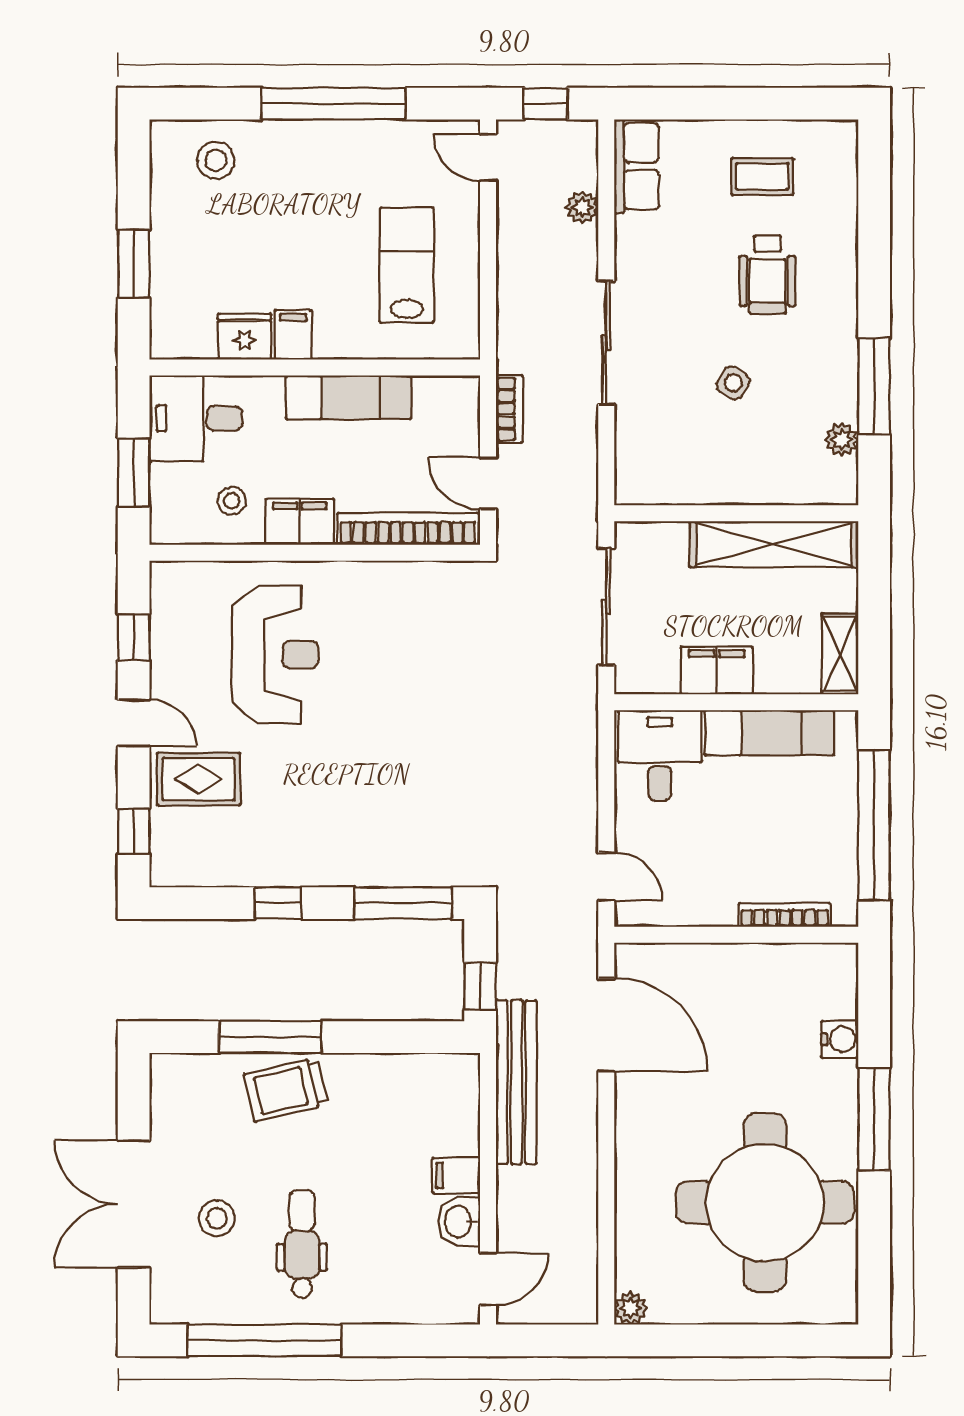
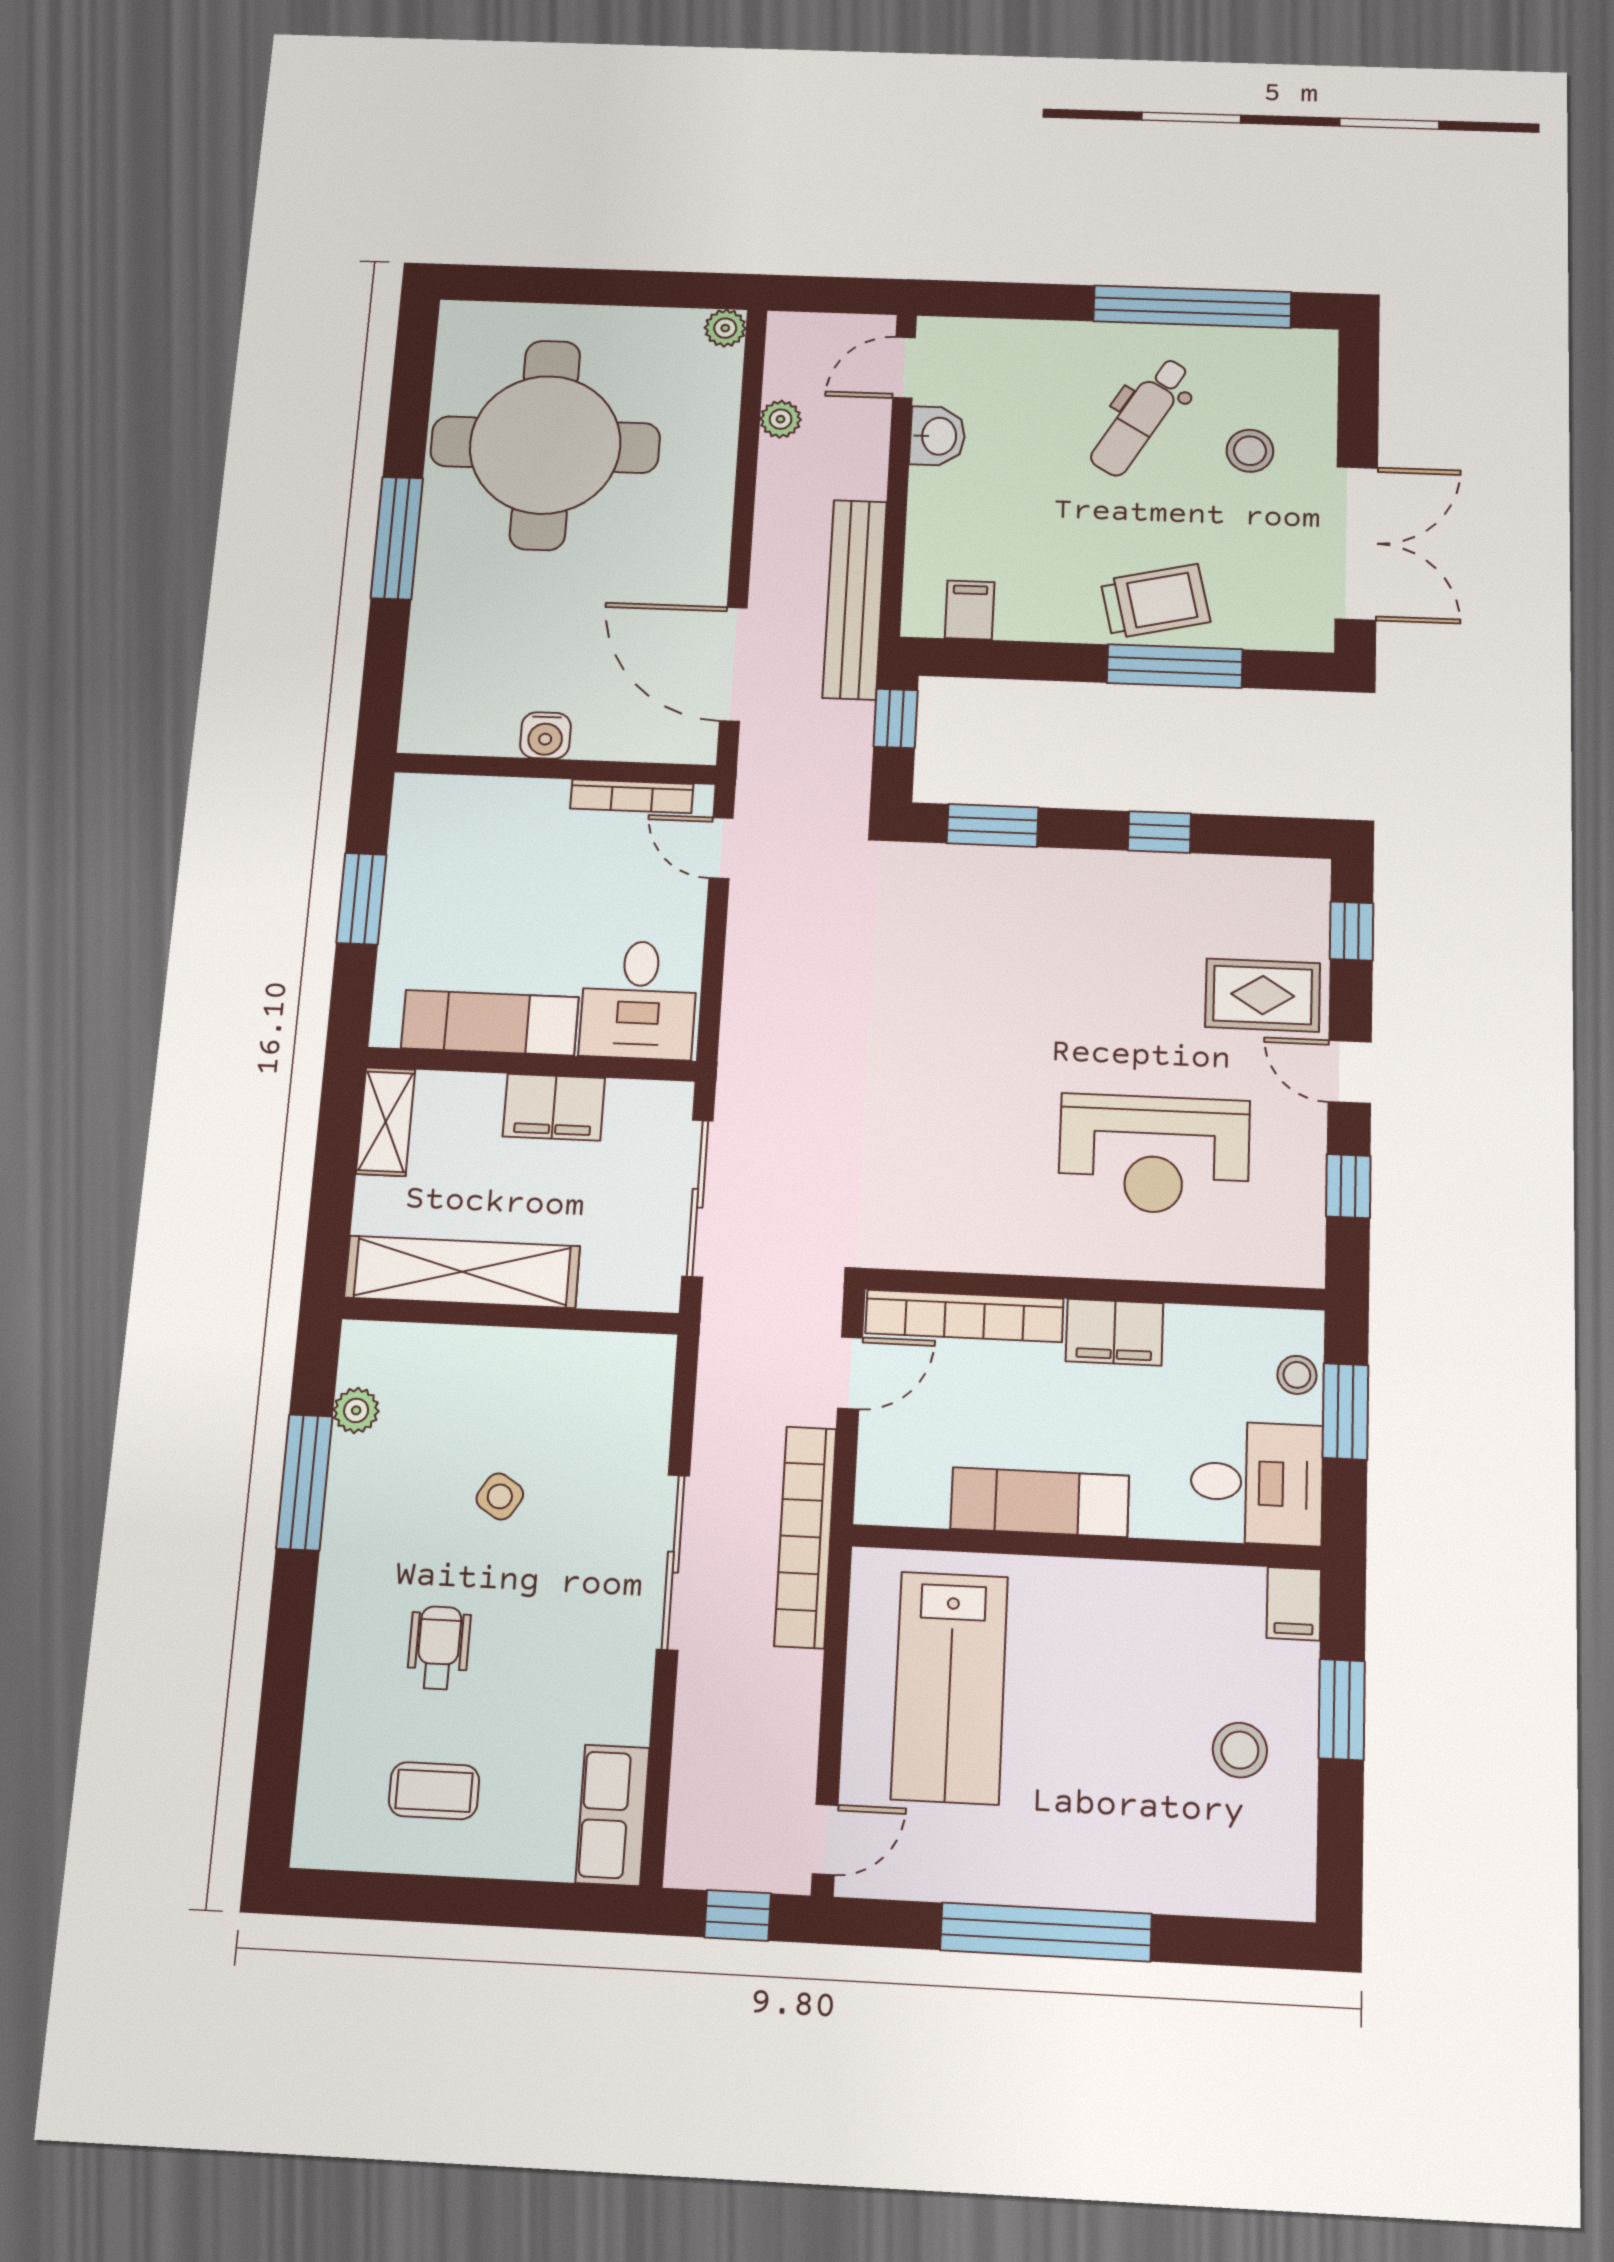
door: (488, 158) -> (825, 1839), hinge flipped
stool: (216, 160) -> (1240, 1750), moved
plant: (582, 207) -> (781, 419), moved
lab bench: (407, 265) -> (950, 1687), width x1.36, depth x1.39
wheelchair: (767, 275) -> (439, 1648), width x0.73, depth x0.73
filing cabinet: (293, 335) -> (1294, 1604), moved
fridge: (244, 337) -> (1185, 1596), removed
bookcase: (509, 409) -> (805, 1537), width x2.31, depth x1.31
door: (488, 483) -> (850, 1373), hinge flipped
stool: (232, 501) -> (1297, 1375), moved
reception desk: (275, 655) -> (1154, 1154), turned -90
window: (874, 825) -> (362, 899), width x0.47
window: (403, 903) -> (993, 825), width x0.69
bookcase: (785, 915) -> (632, 796), moved
water cooler: (840, 1039) -> (545, 735), moved, turned -90
filing cabinet: (456, 1175) -> (970, 610), moved, turned -90
double door: (134, 1204) -> (1356, 543), moved
dental chair: (302, 1244) -> (1141, 417), turned 31

